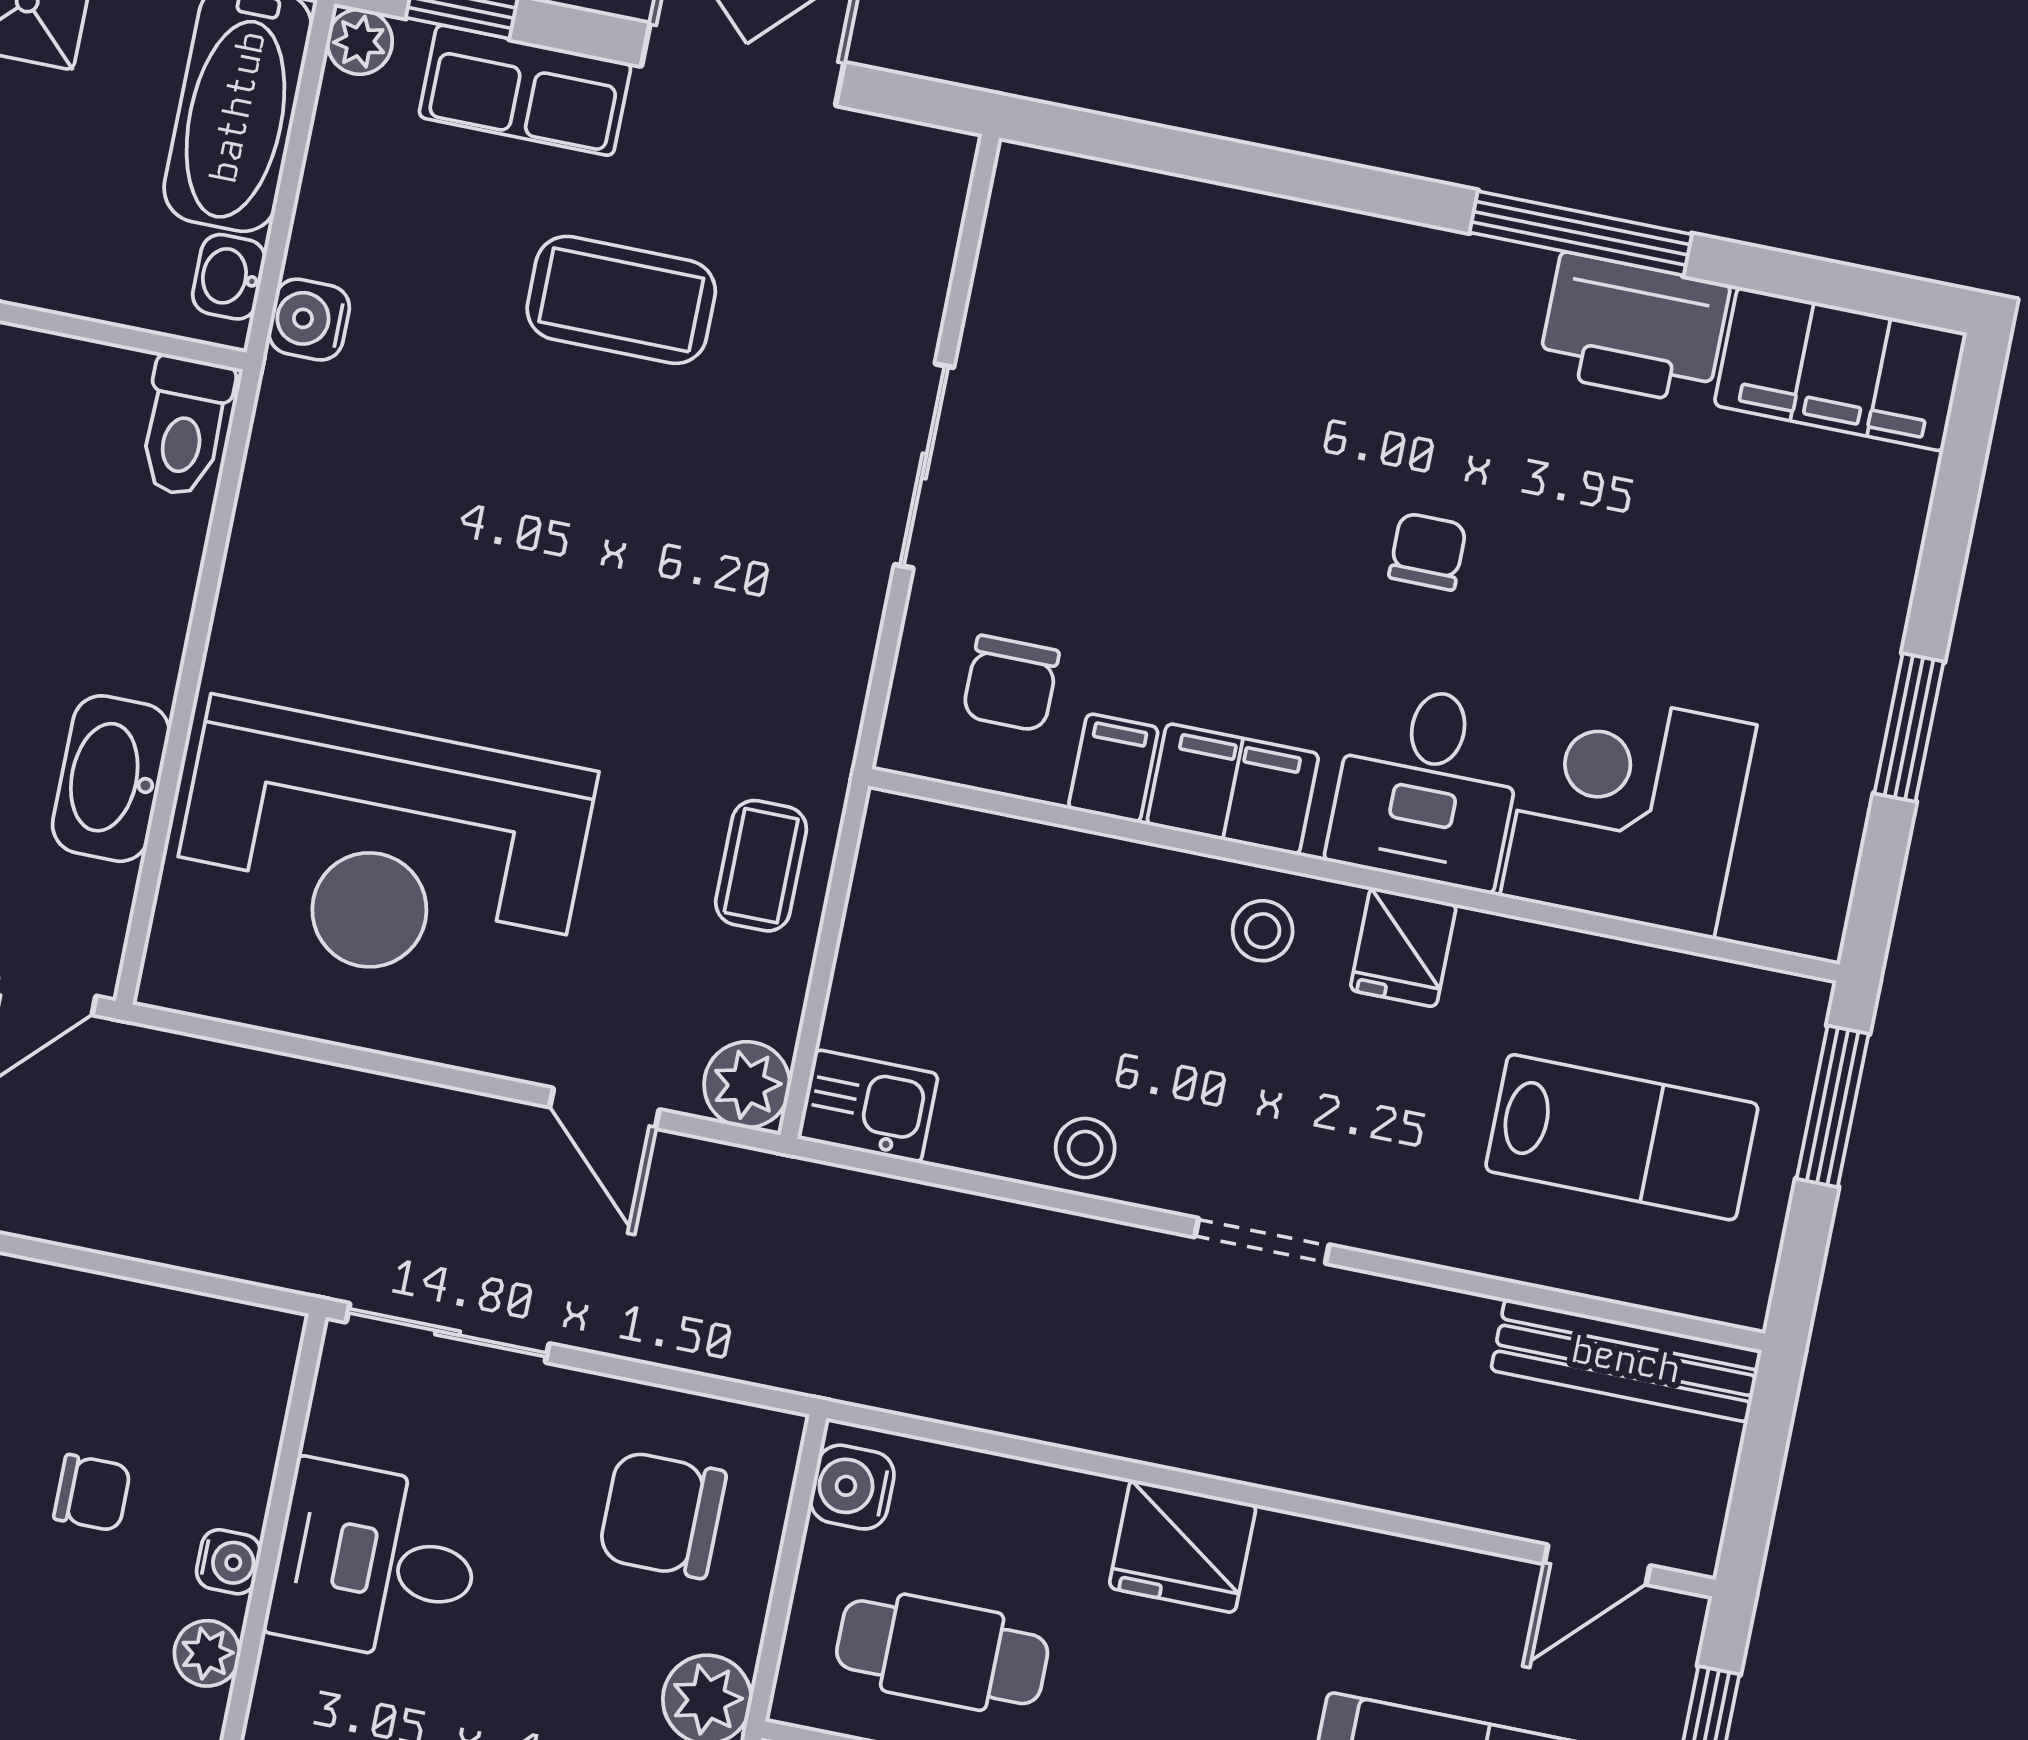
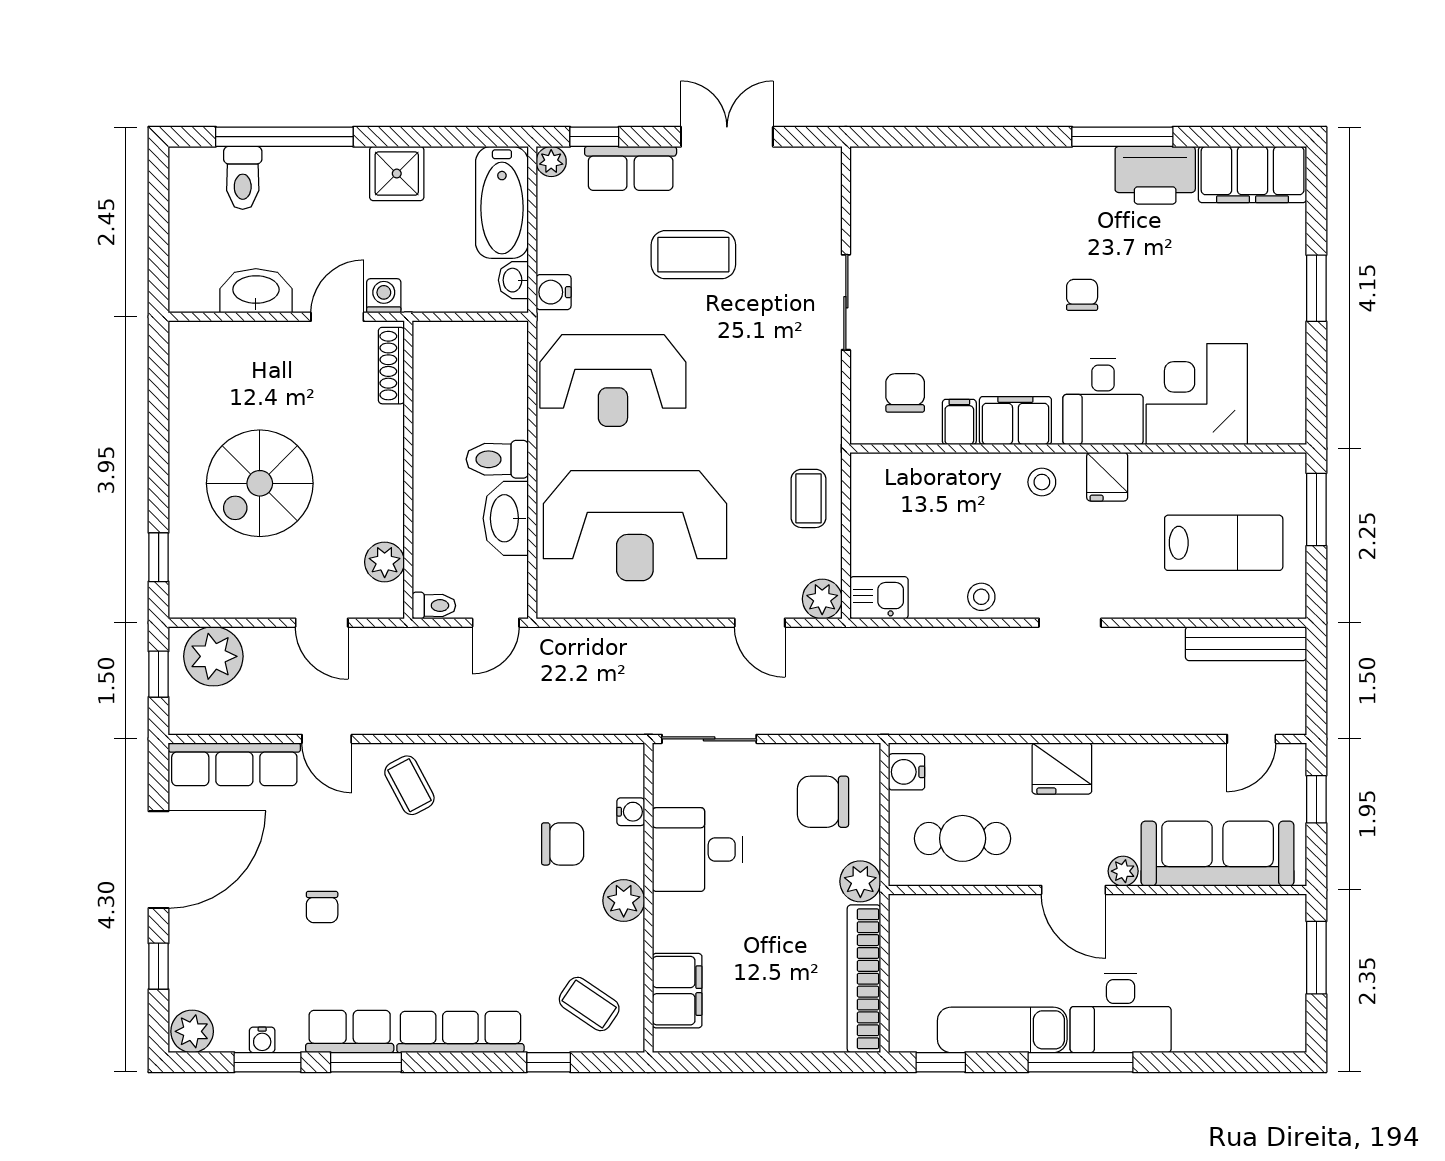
toilet: (185, 426) -> (497, 459), moved, turned 90
reception desk: (397, 532) -> (613, 380), added
chair: (1011, 683) -> (905, 393), turned 180
window: (1909, 727) -> (1316, 288), moved
chair: (92, 1493) -> (563, 844), width x1.37, depth x1.37
water cooler: (229, 1562) -> (631, 812), moved
plant: (207, 1653) -> (624, 901), width x1.38, depth x1.38

